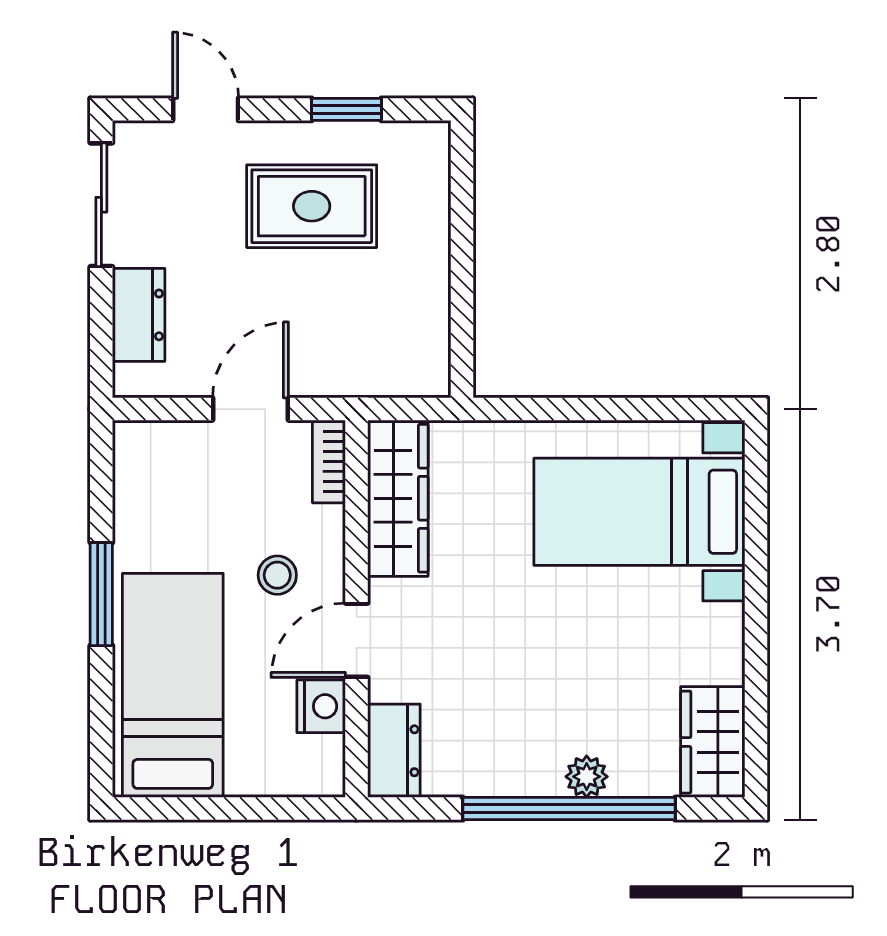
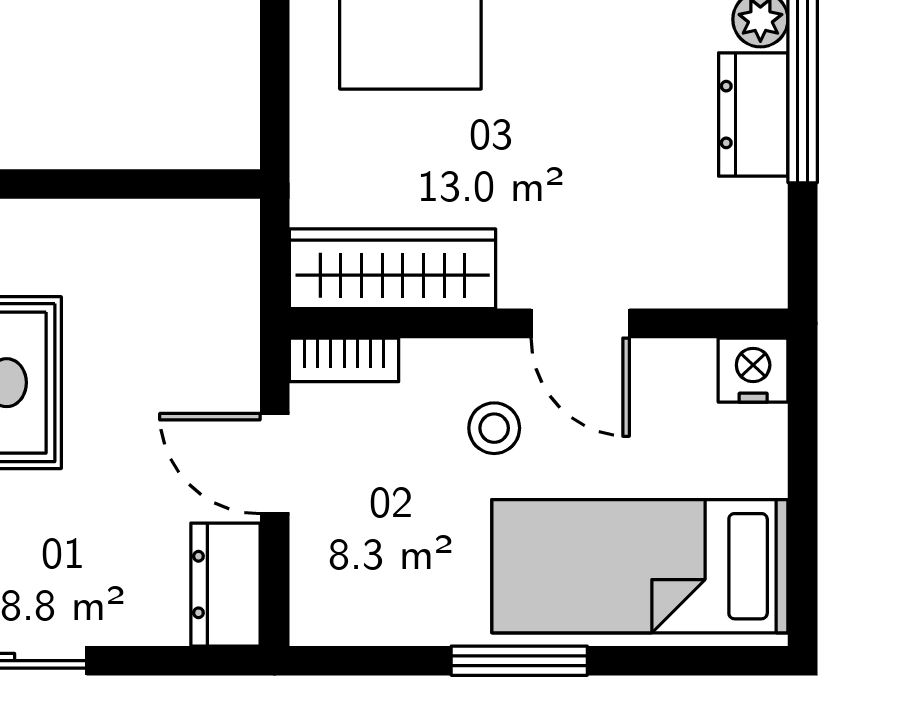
dresser: (139, 315) -> (225, 585), moved, turned -90
nightstand: (321, 706) -> (753, 370), moved
dresser: (394, 751) -> (753, 115), moved, turned -90

